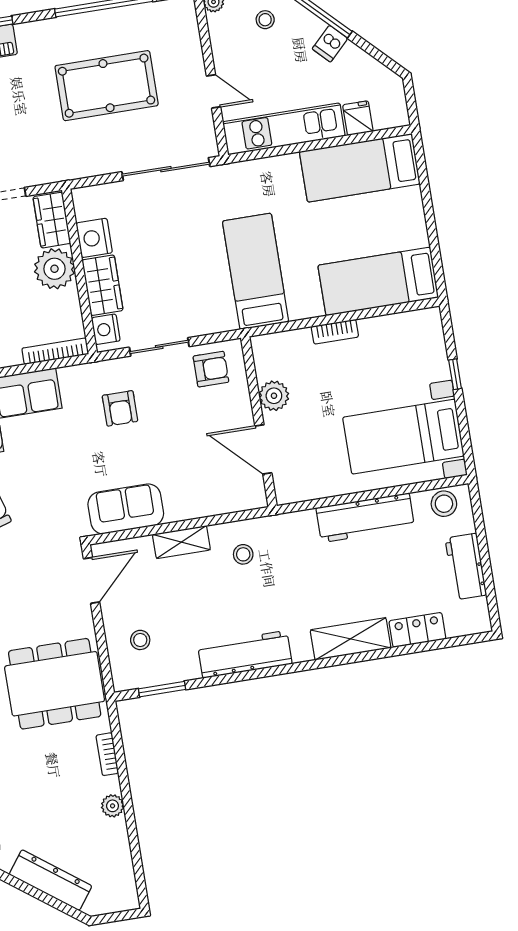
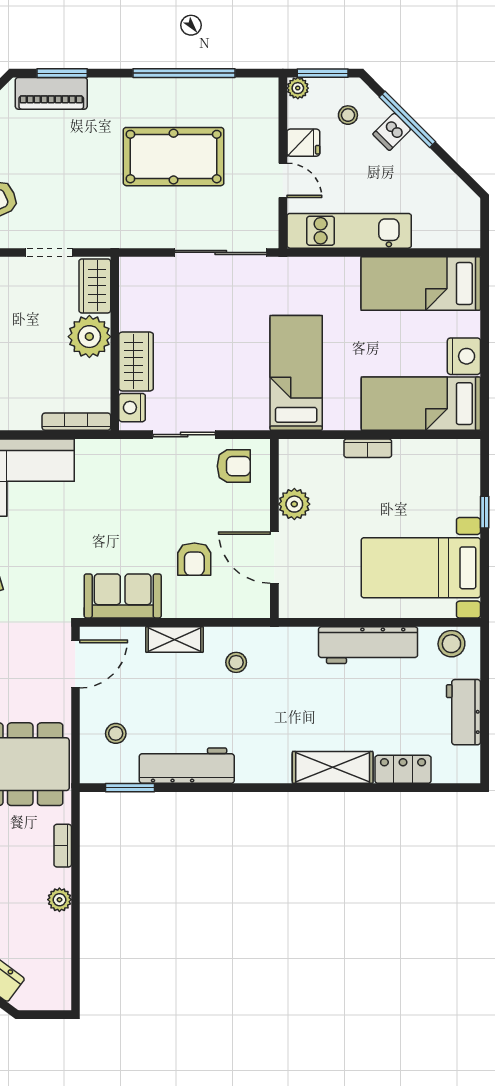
dishwasher: (330, 44) -> (392, 132), moved
fridge: (358, 118) -> (303, 143), moved, turned 90
nightstand: (94, 238) -> (464, 356), moved, turned 180
armchair: (120, 408) -> (194, 559), moved
workbench: (245, 654) -> (187, 766), moved

